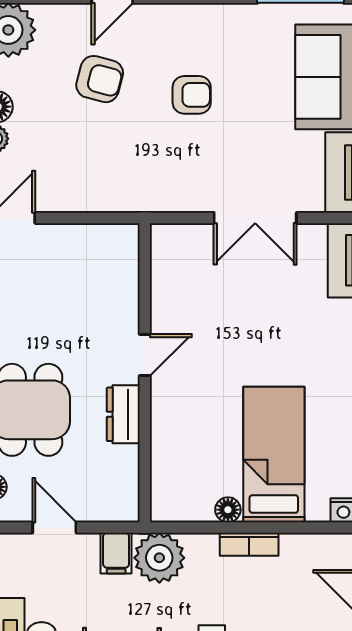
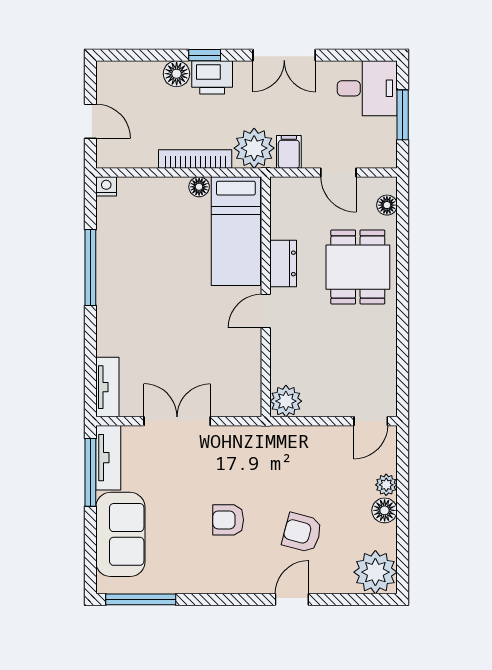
plant: (120, 243) -> (286, 401), added
bed: (274, 455) -> (236, 231), moved
bookcase: (249, 544) -> (195, 159), width x1.56

